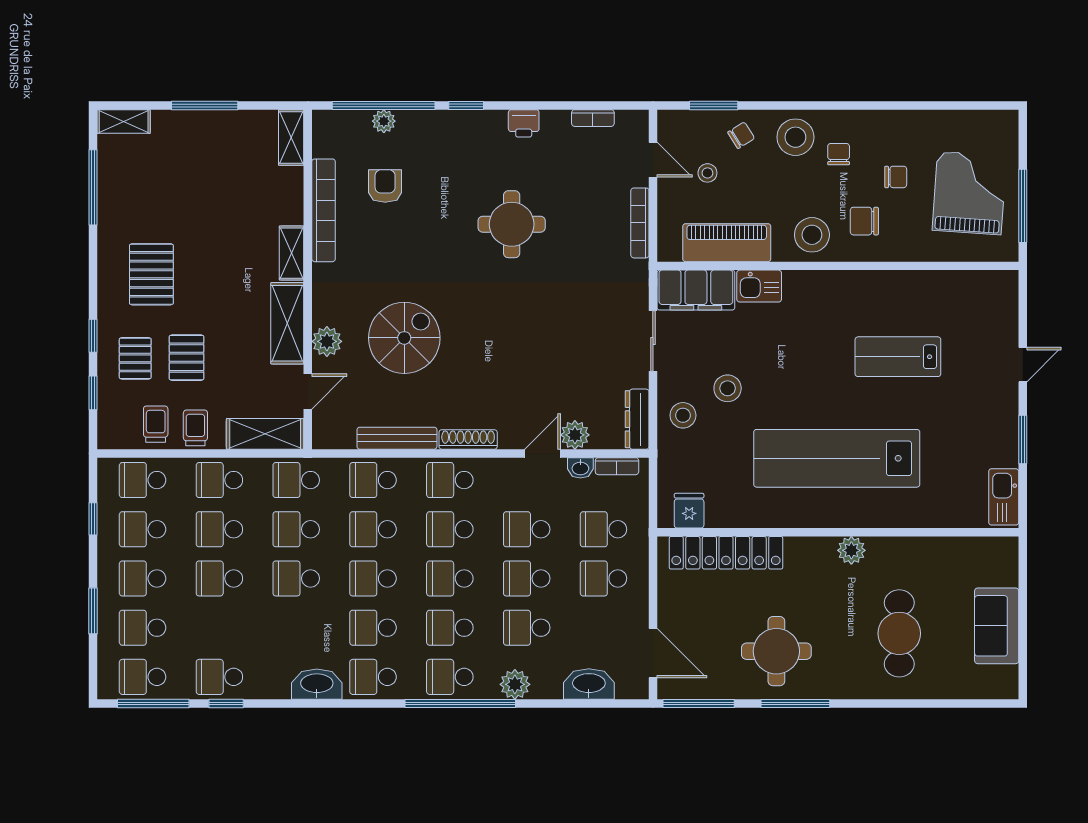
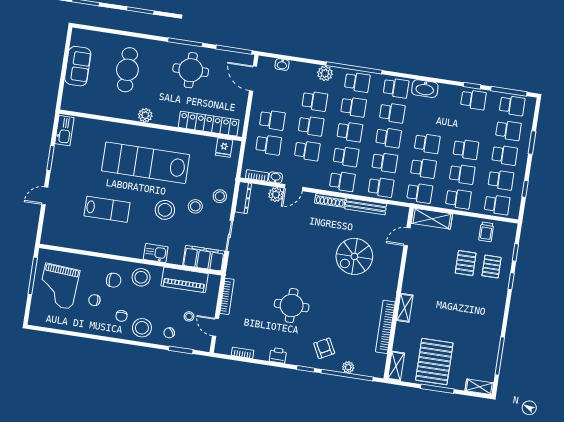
armchair: (385, 186) -> (324, 348), moved, turned 152
pallet: (151, 274) -> (434, 362), moved, width x1.37, depth x1.41
kitchen sink: (759, 286) -> (156, 253), moved
shelving: (287, 323) -> (412, 273), removed
plant: (327, 341) -> (394, 261), removed
stool: (786, 373) -> (165, 210), added
trolley: (195, 428) -> (466, 227), removed
lab bench: (837, 458) -> (146, 163), turned 180
washbasin: (589, 684) -> (282, 65), width x0.52, depth x0.69

